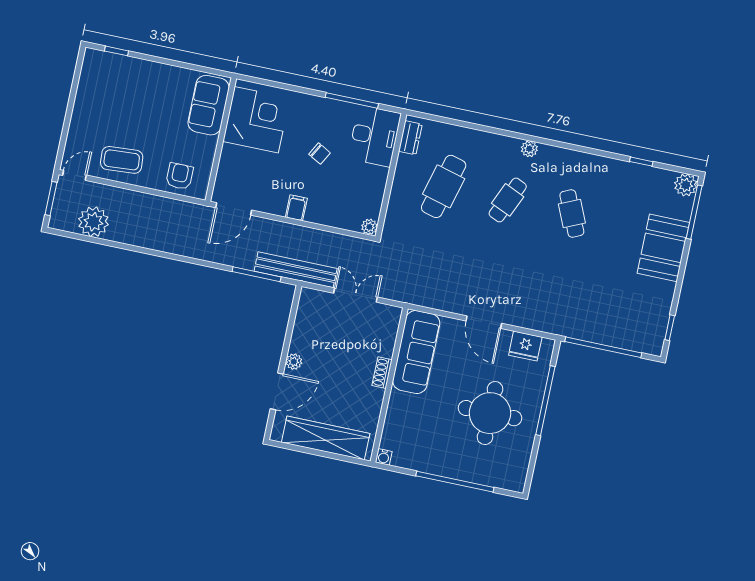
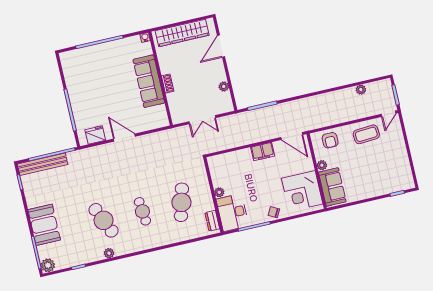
plant: (209, 145) -> (322, 165), added
plant: (529, 149) -> (109, 253), moved
chair: (320, 154) -> (274, 212), moved
cafe table: (508, 200) -> (142, 211), turned -30
filing cabinet: (296, 208) -> (263, 152), width x2.00
door: (234, 209) -> (292, 136), swing flipped
cafe table: (572, 214) -> (104, 220), width x1.37, depth x1.35
plant: (93, 222) -> (361, 90), width x0.53, depth x0.53
plant: (369, 227) -> (219, 192), moved
bench: (296, 270) -> (43, 164), moved
sofa: (416, 352) -> (149, 81), moved
plant: (294, 362) -> (224, 87), moved
round table: (490, 413) -> (98, 89), removed

